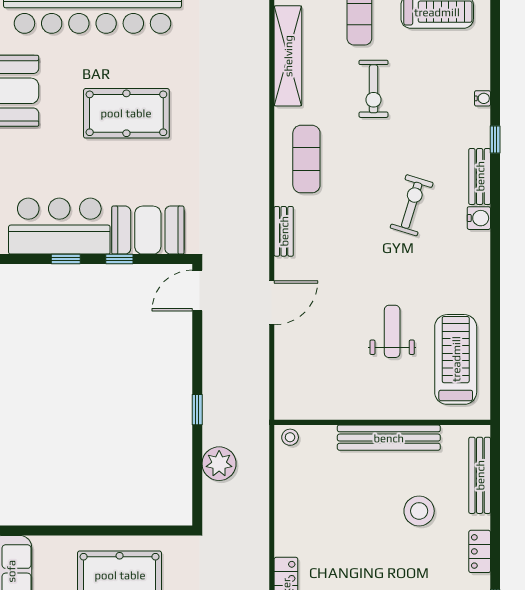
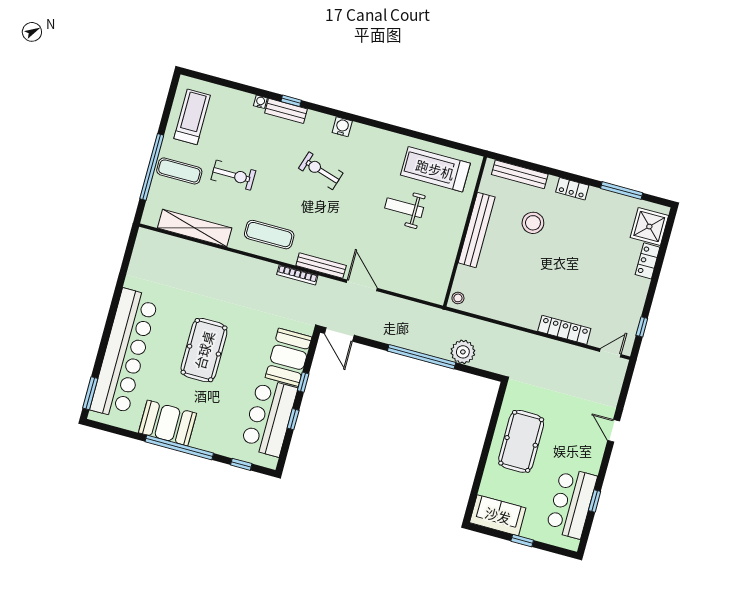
bench: (480, 176) -> (286, 111), moved
bookcase: (262, 212) -> (297, 275), added
bench: (284, 231) -> (321, 265), width x1.36
window: (197, 410) -> (422, 357), width x3.17

